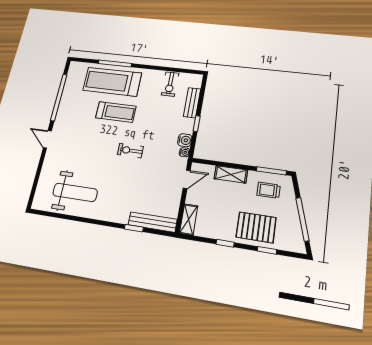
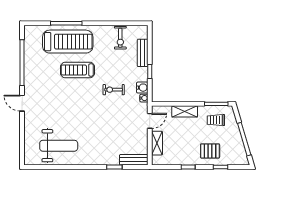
treadmill: (112, 82) -> (68, 42), turned 180
treadmill: (116, 112) -> (78, 70), turned 180
exercise bike: (130, 151) -> (114, 90), moved
shelving: (189, 220) -> (157, 143), moved
bench: (153, 222) -> (134, 160), width x0.73
pallet: (256, 227) -> (210, 151), width x0.67, depth x0.71

